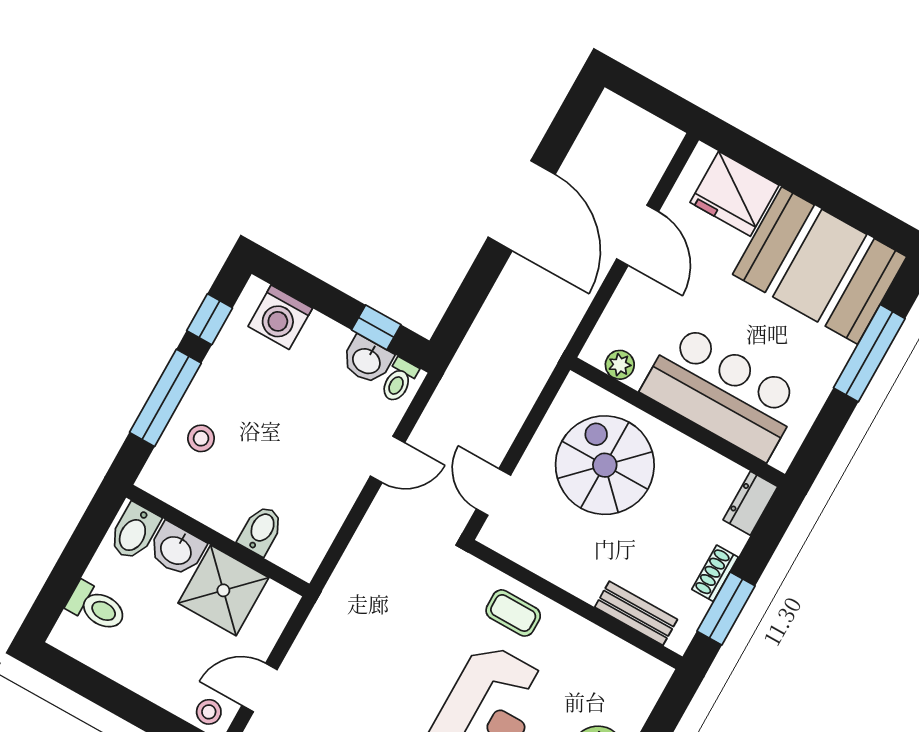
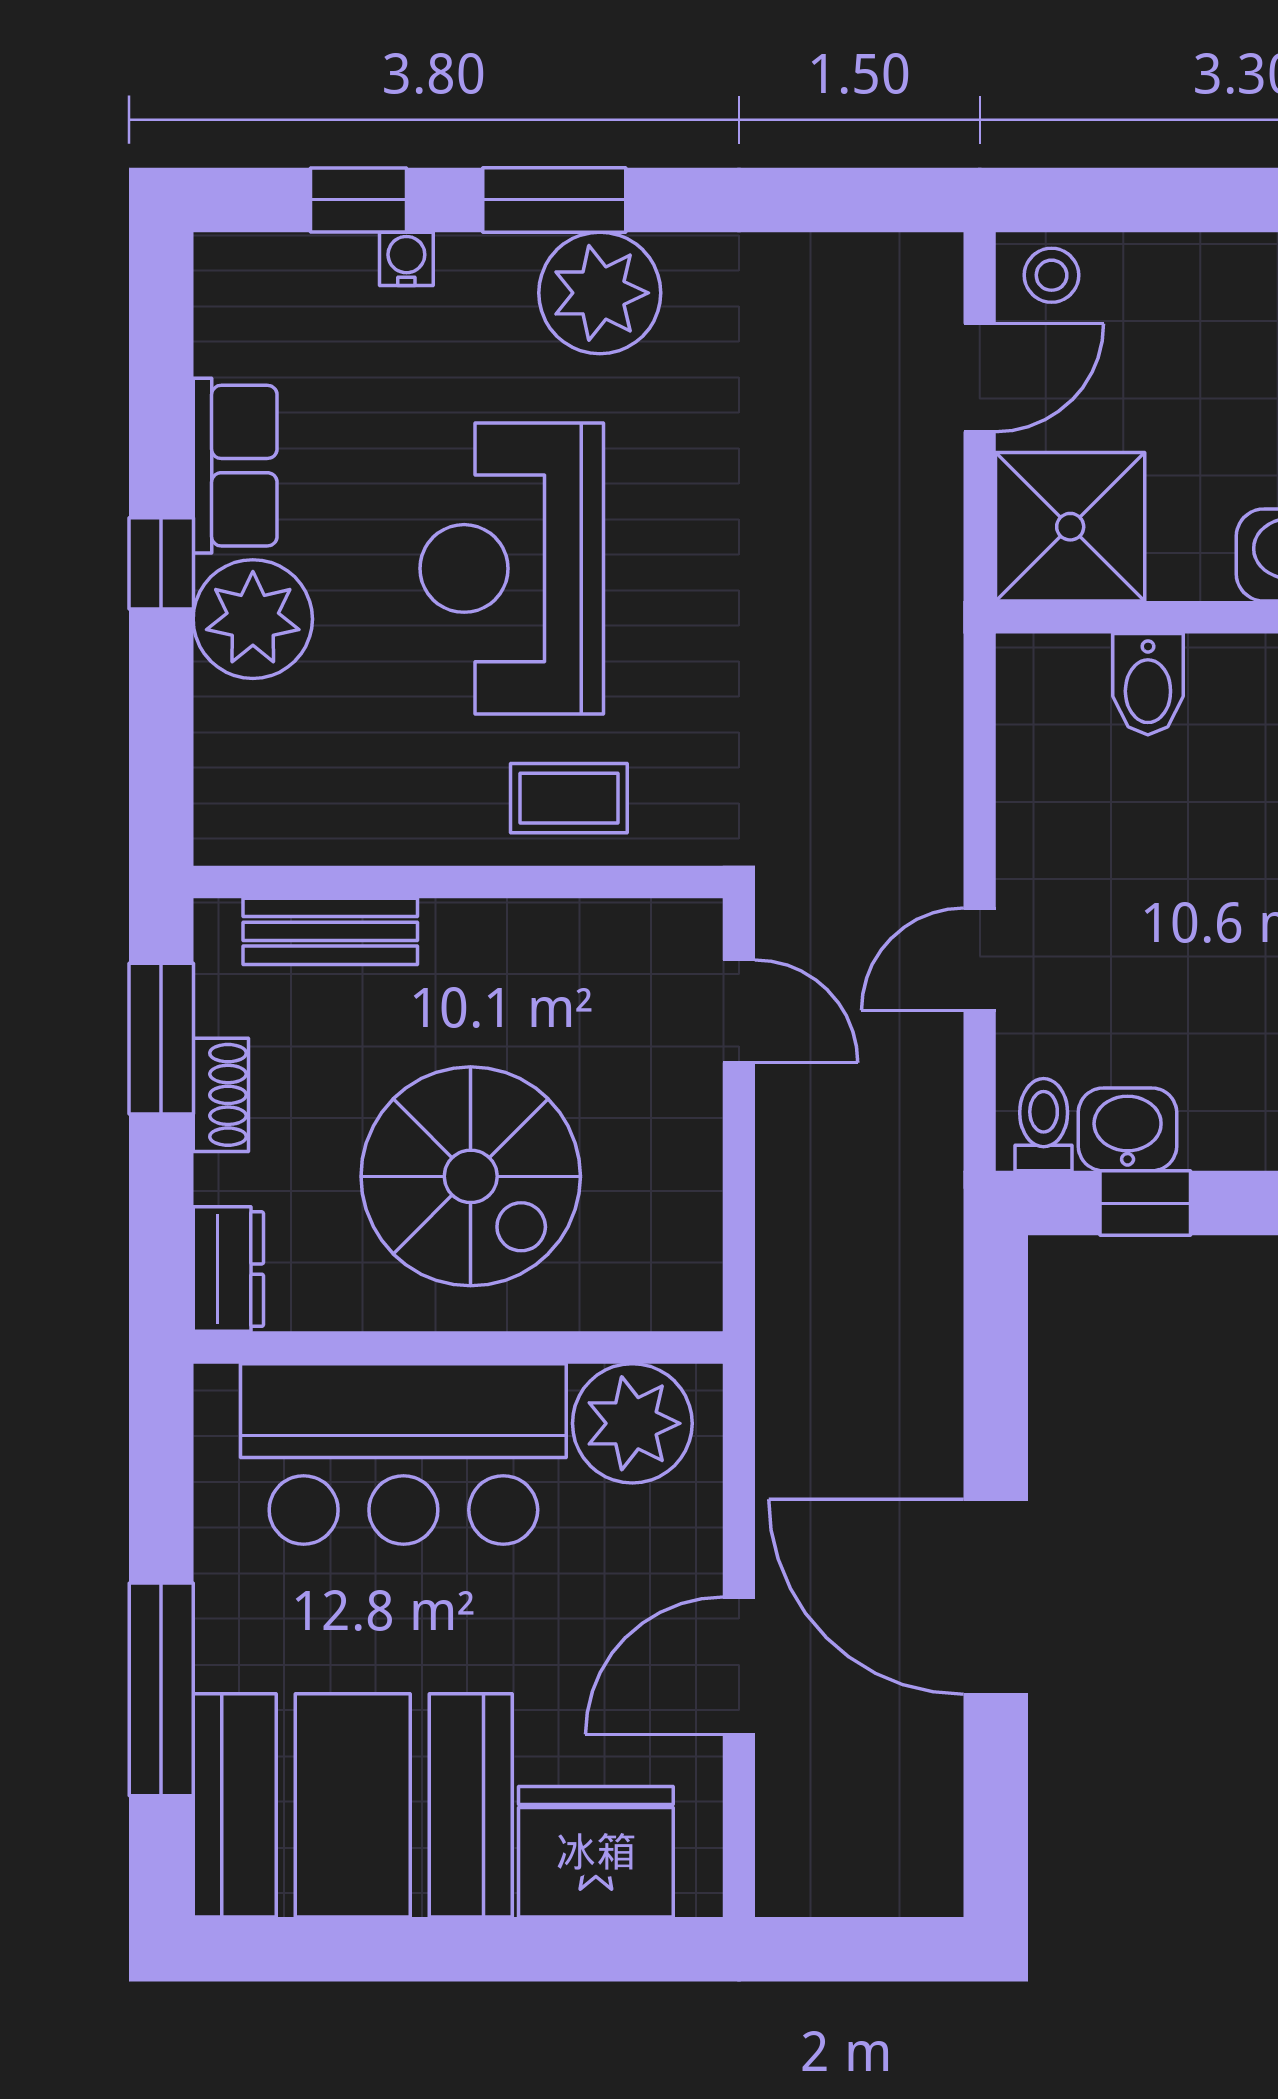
door: (637, 235) -> (739, 1666), hinge flipped
plant: (620, 365) -> (632, 1423), width x1.87, depth x1.87
spiral stairs: (605, 465) -> (471, 1176), moved
shower: (223, 590) -> (1070, 527), moved

